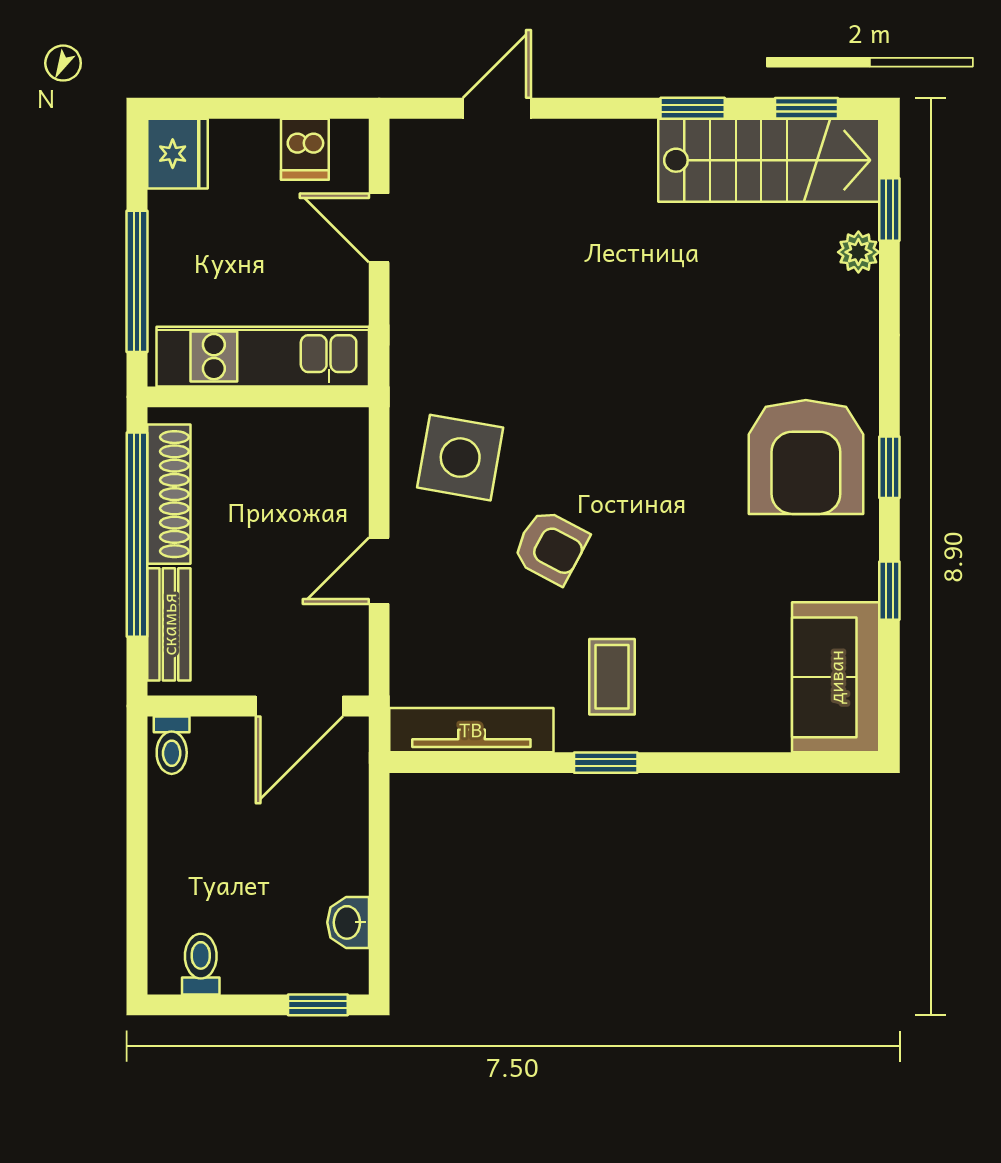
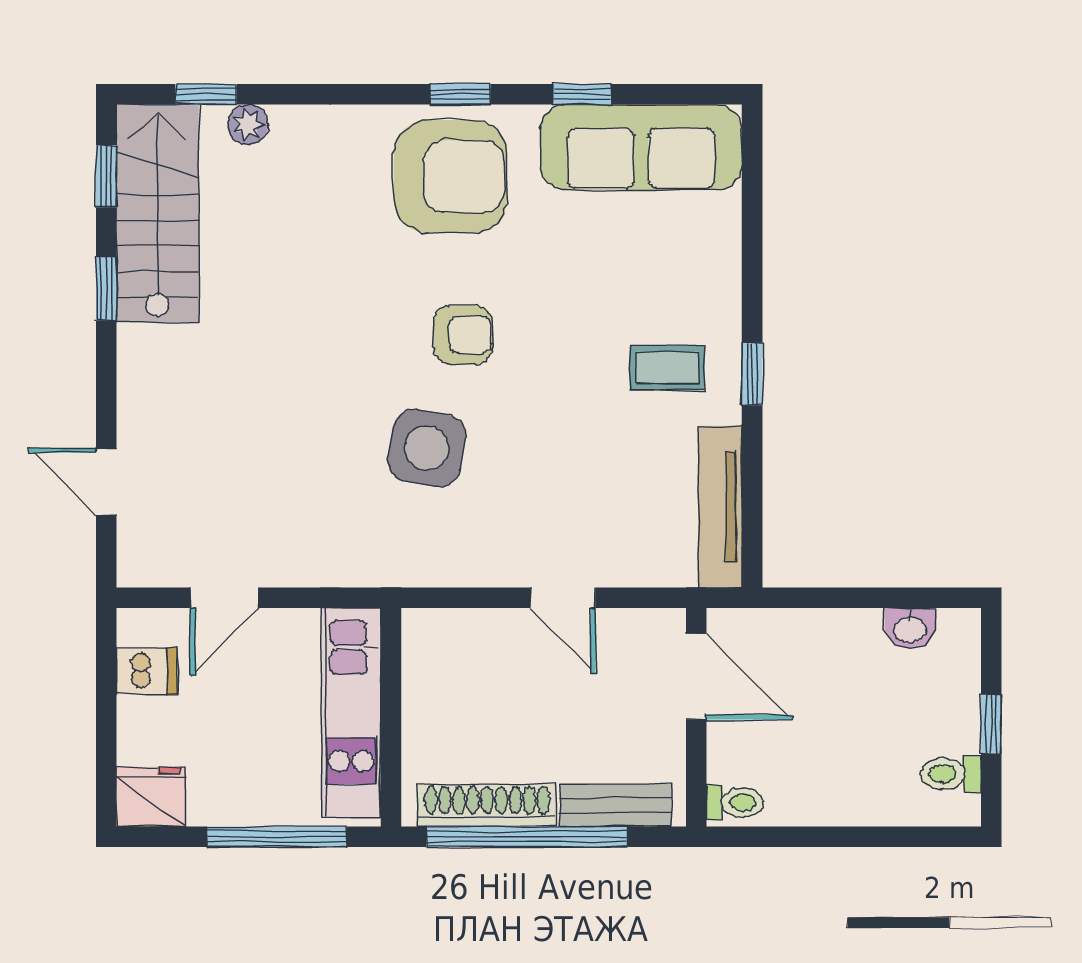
side table: (460, 458) -> (427, 448), moved
armchair: (551, 547) -> (463, 335), moved, turned 62
sofa: (836, 677) -> (641, 147), width x1.36
window: (318, 1005) -> (991, 724), moved

